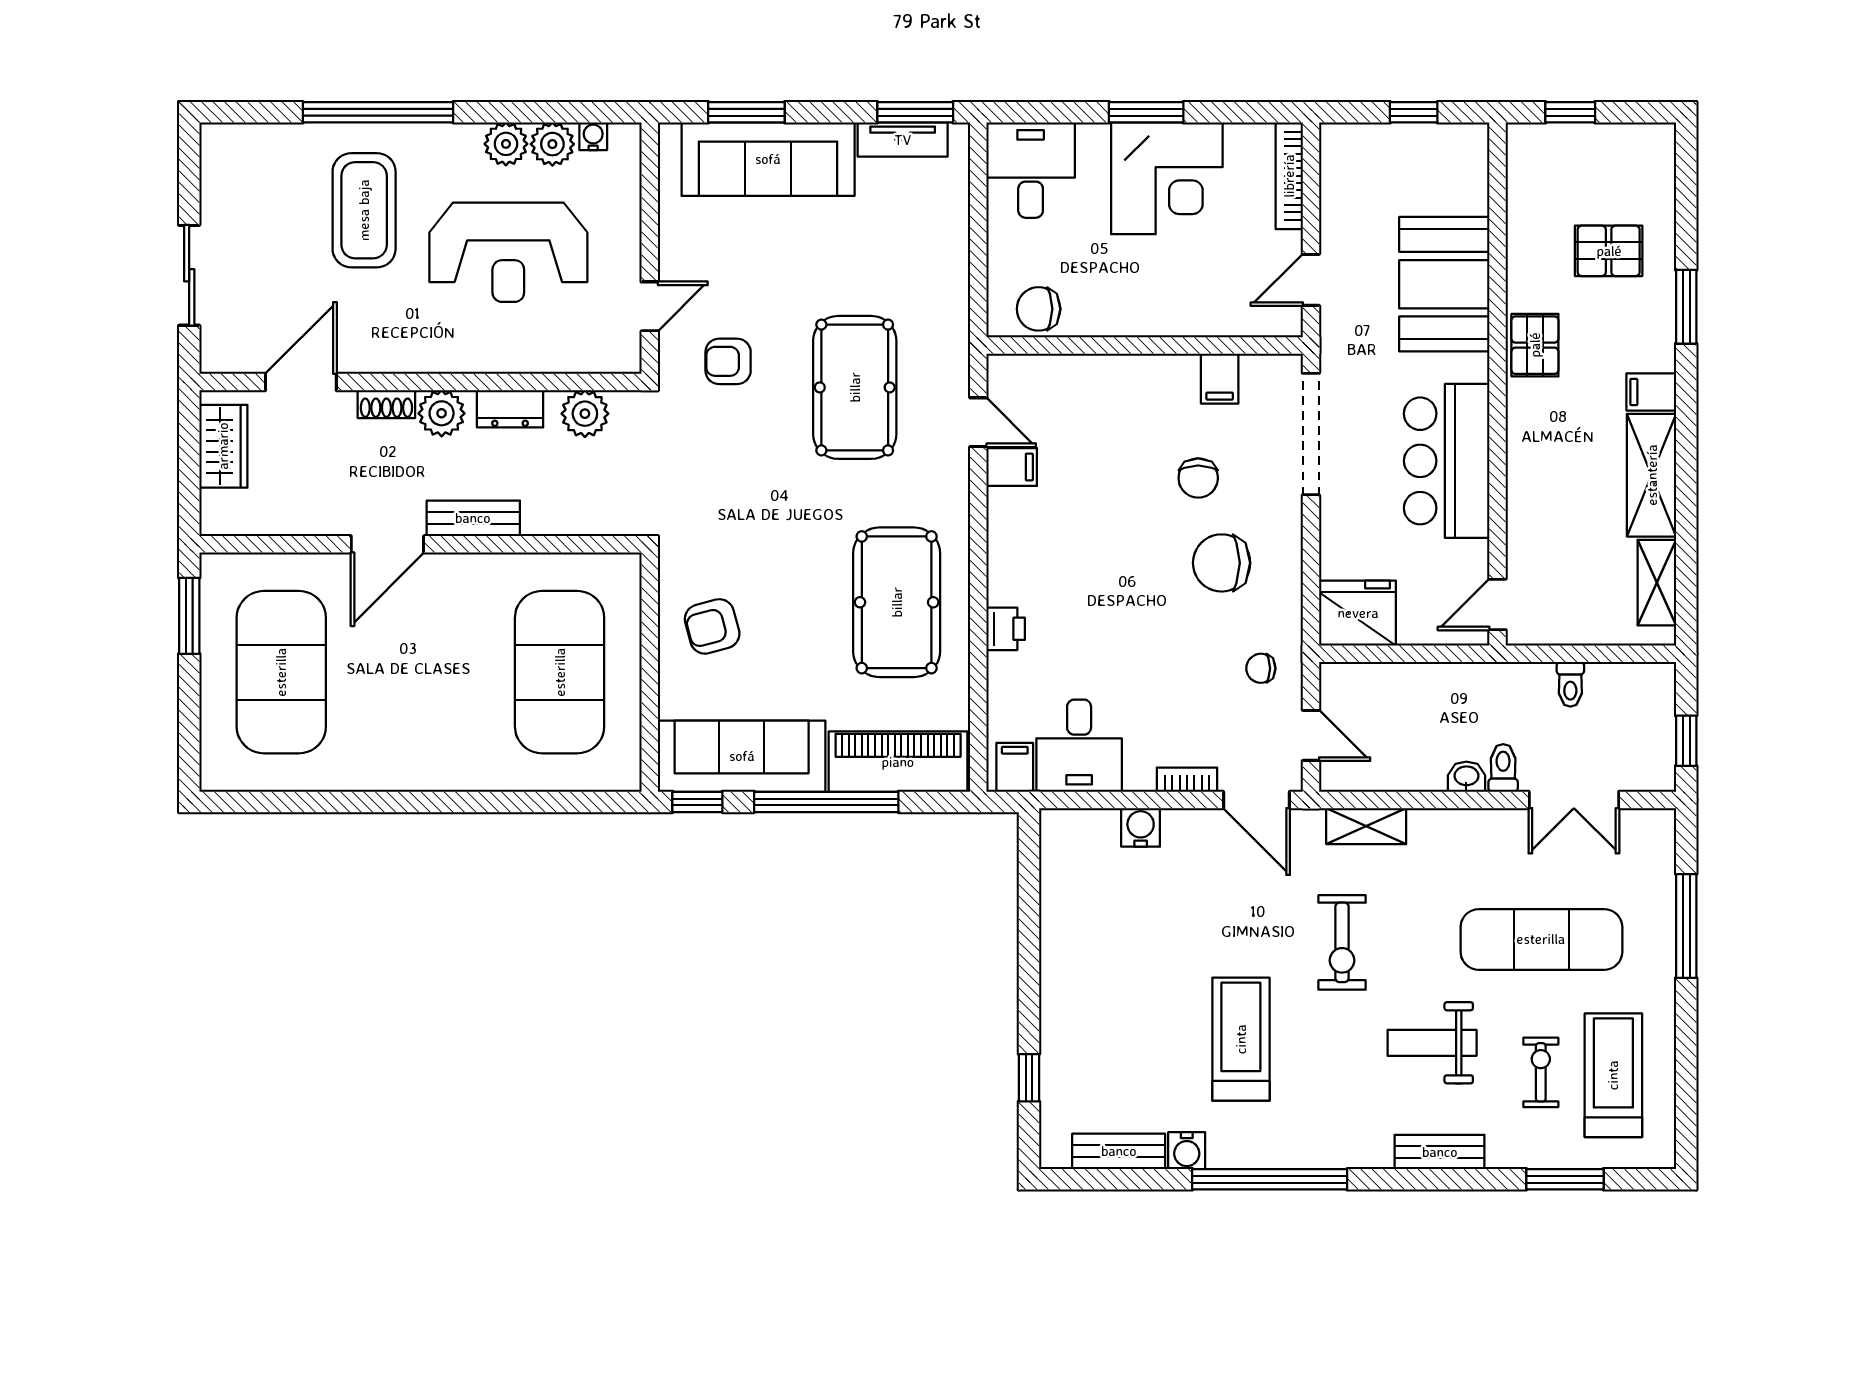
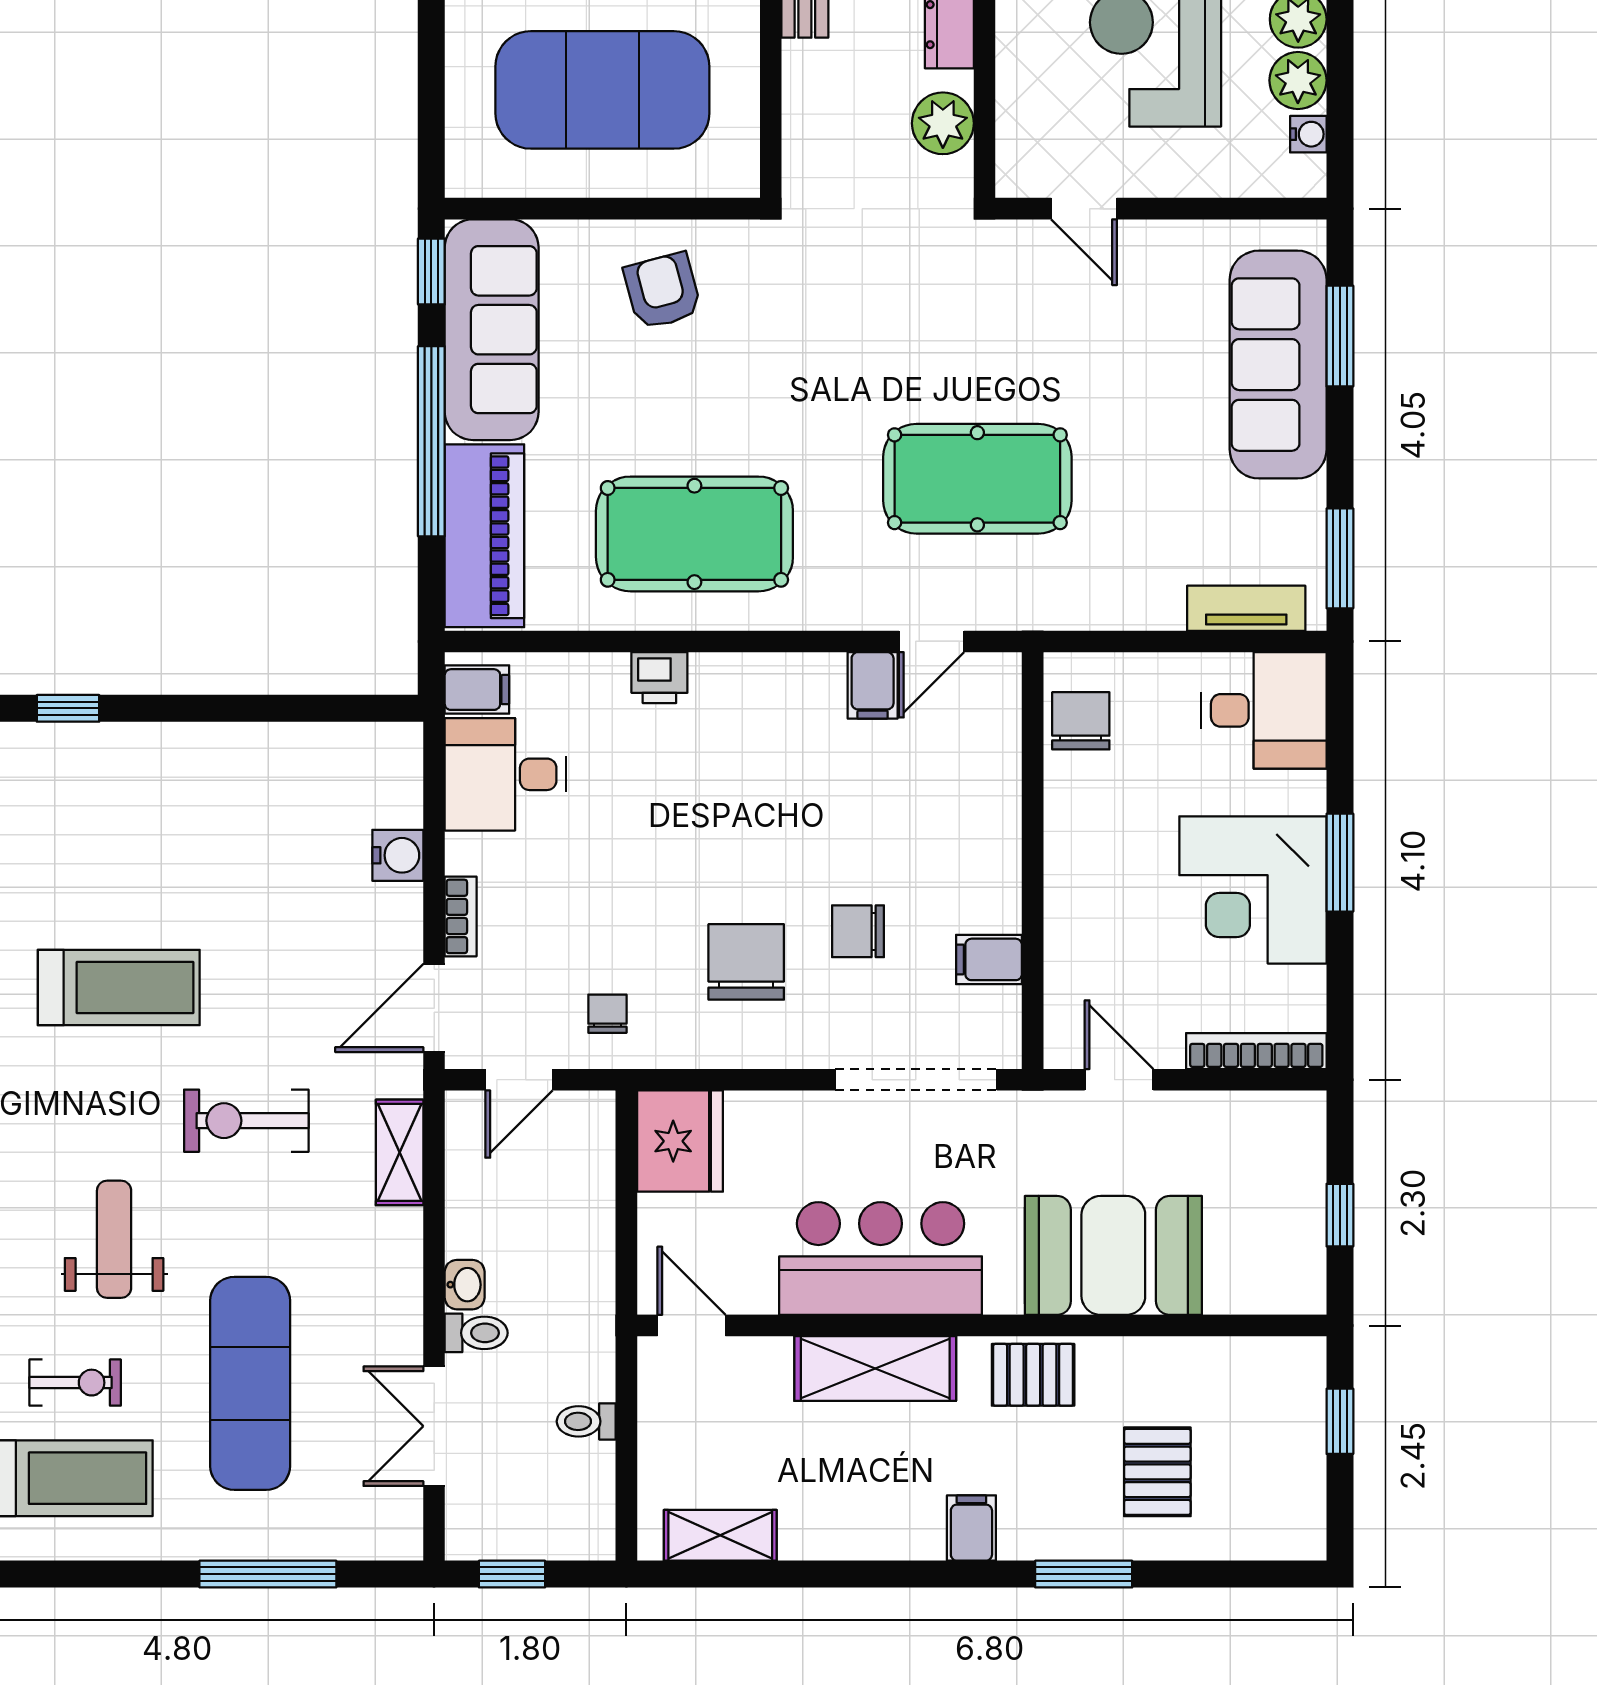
tv unit: (903, 140) -> (1246, 608), moved, turned 90
armchair: (728, 361) -> (1012, 312), removed
shelving: (1652, 475) -> (875, 1369), moved

